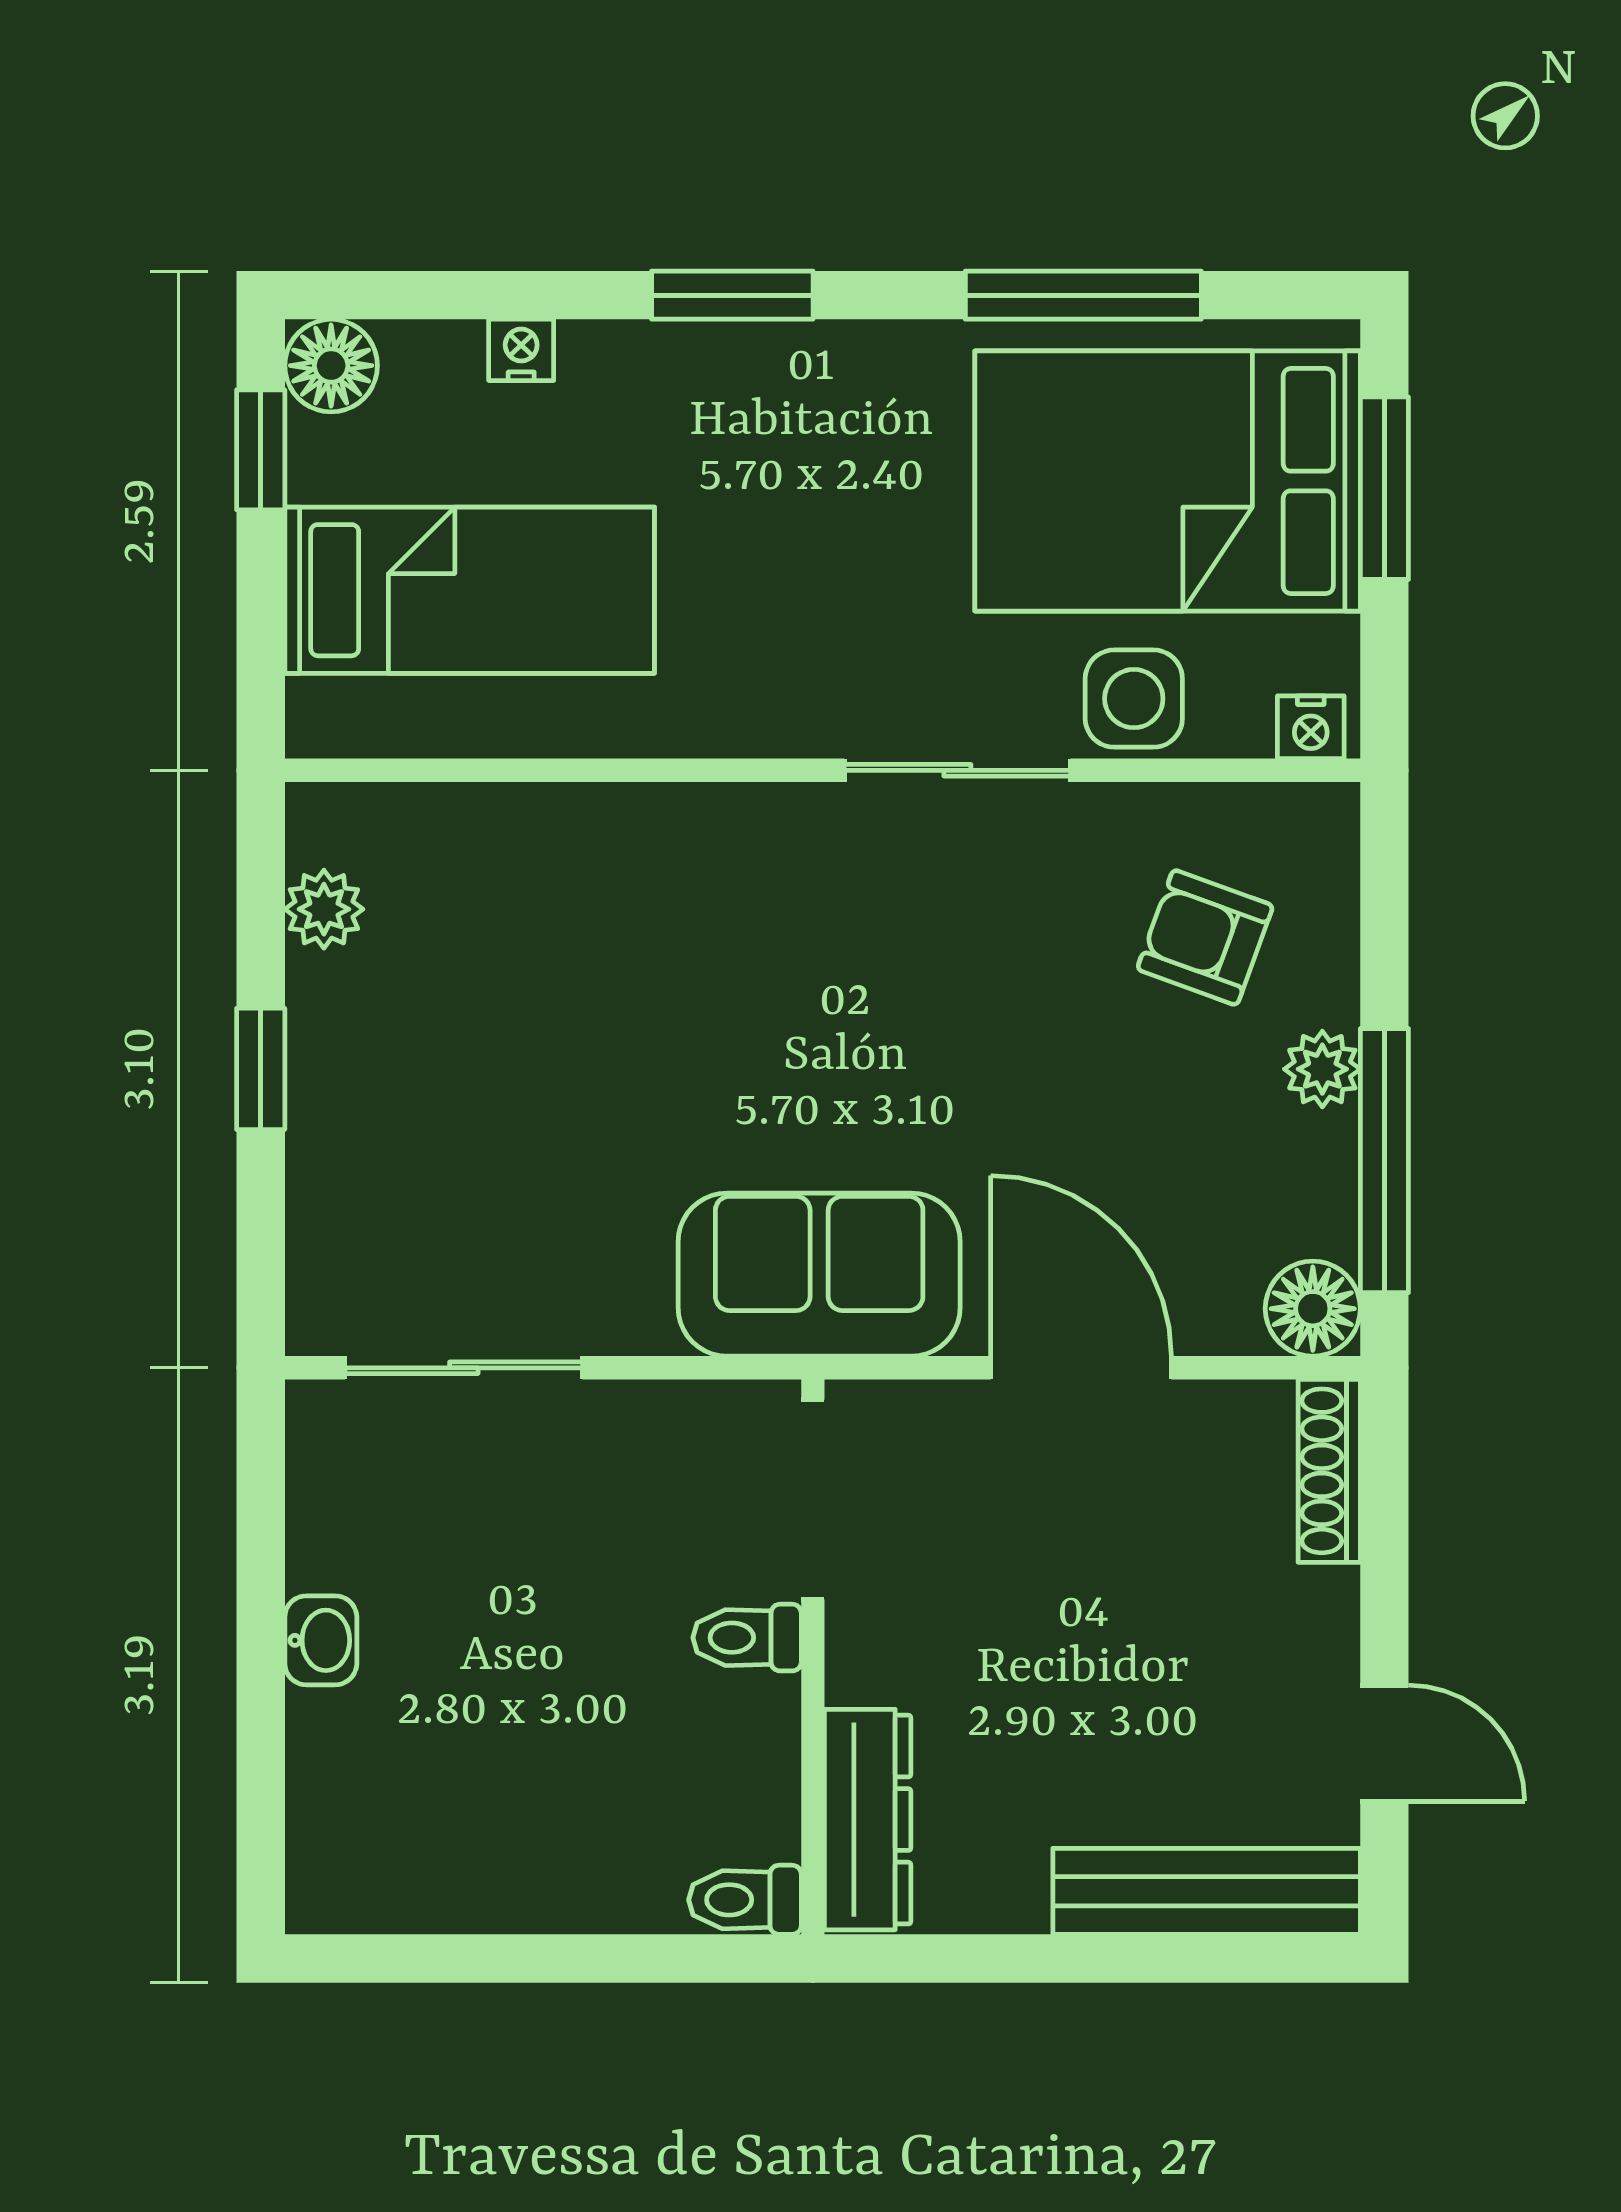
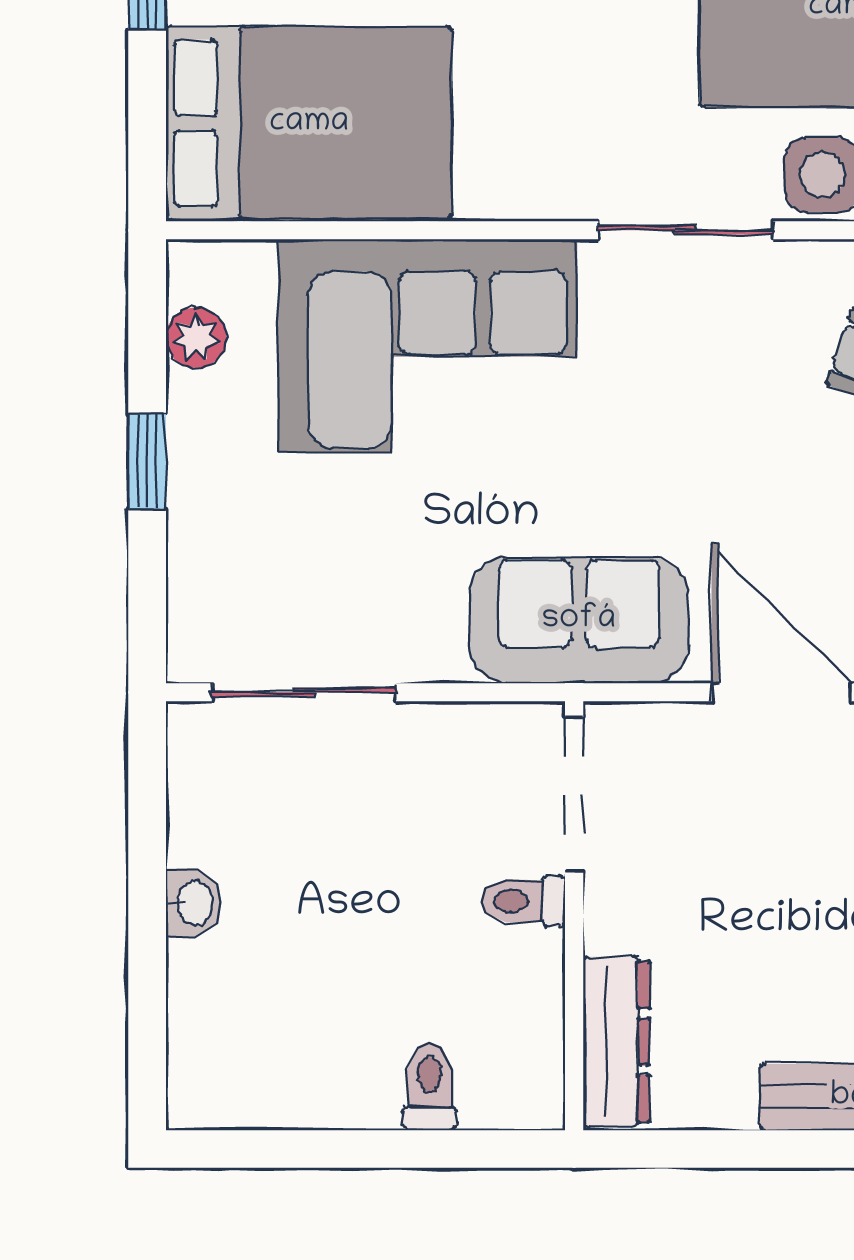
bed: (470, 590) -> (309, 123), width x1.50
corner sofa: (623, 920) -> (428, 346), added
toilet: (745, 1900) -> (430, 1087), moved, turned 90

